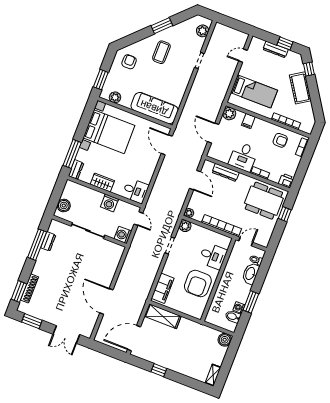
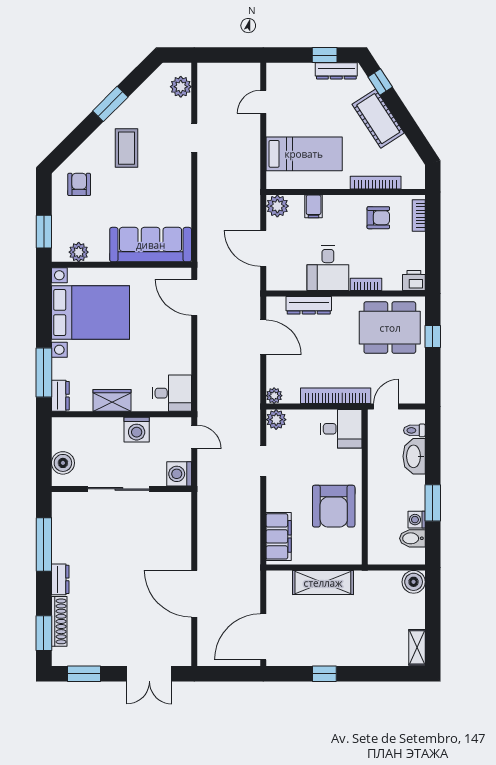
dresser: (276, 49) -> (336, 71), moved
dresser: (48, 241) -> (60, 579), moved
desk: (213, 256) -> (341, 429), moved
shelving: (163, 316) -> (323, 583), moved

